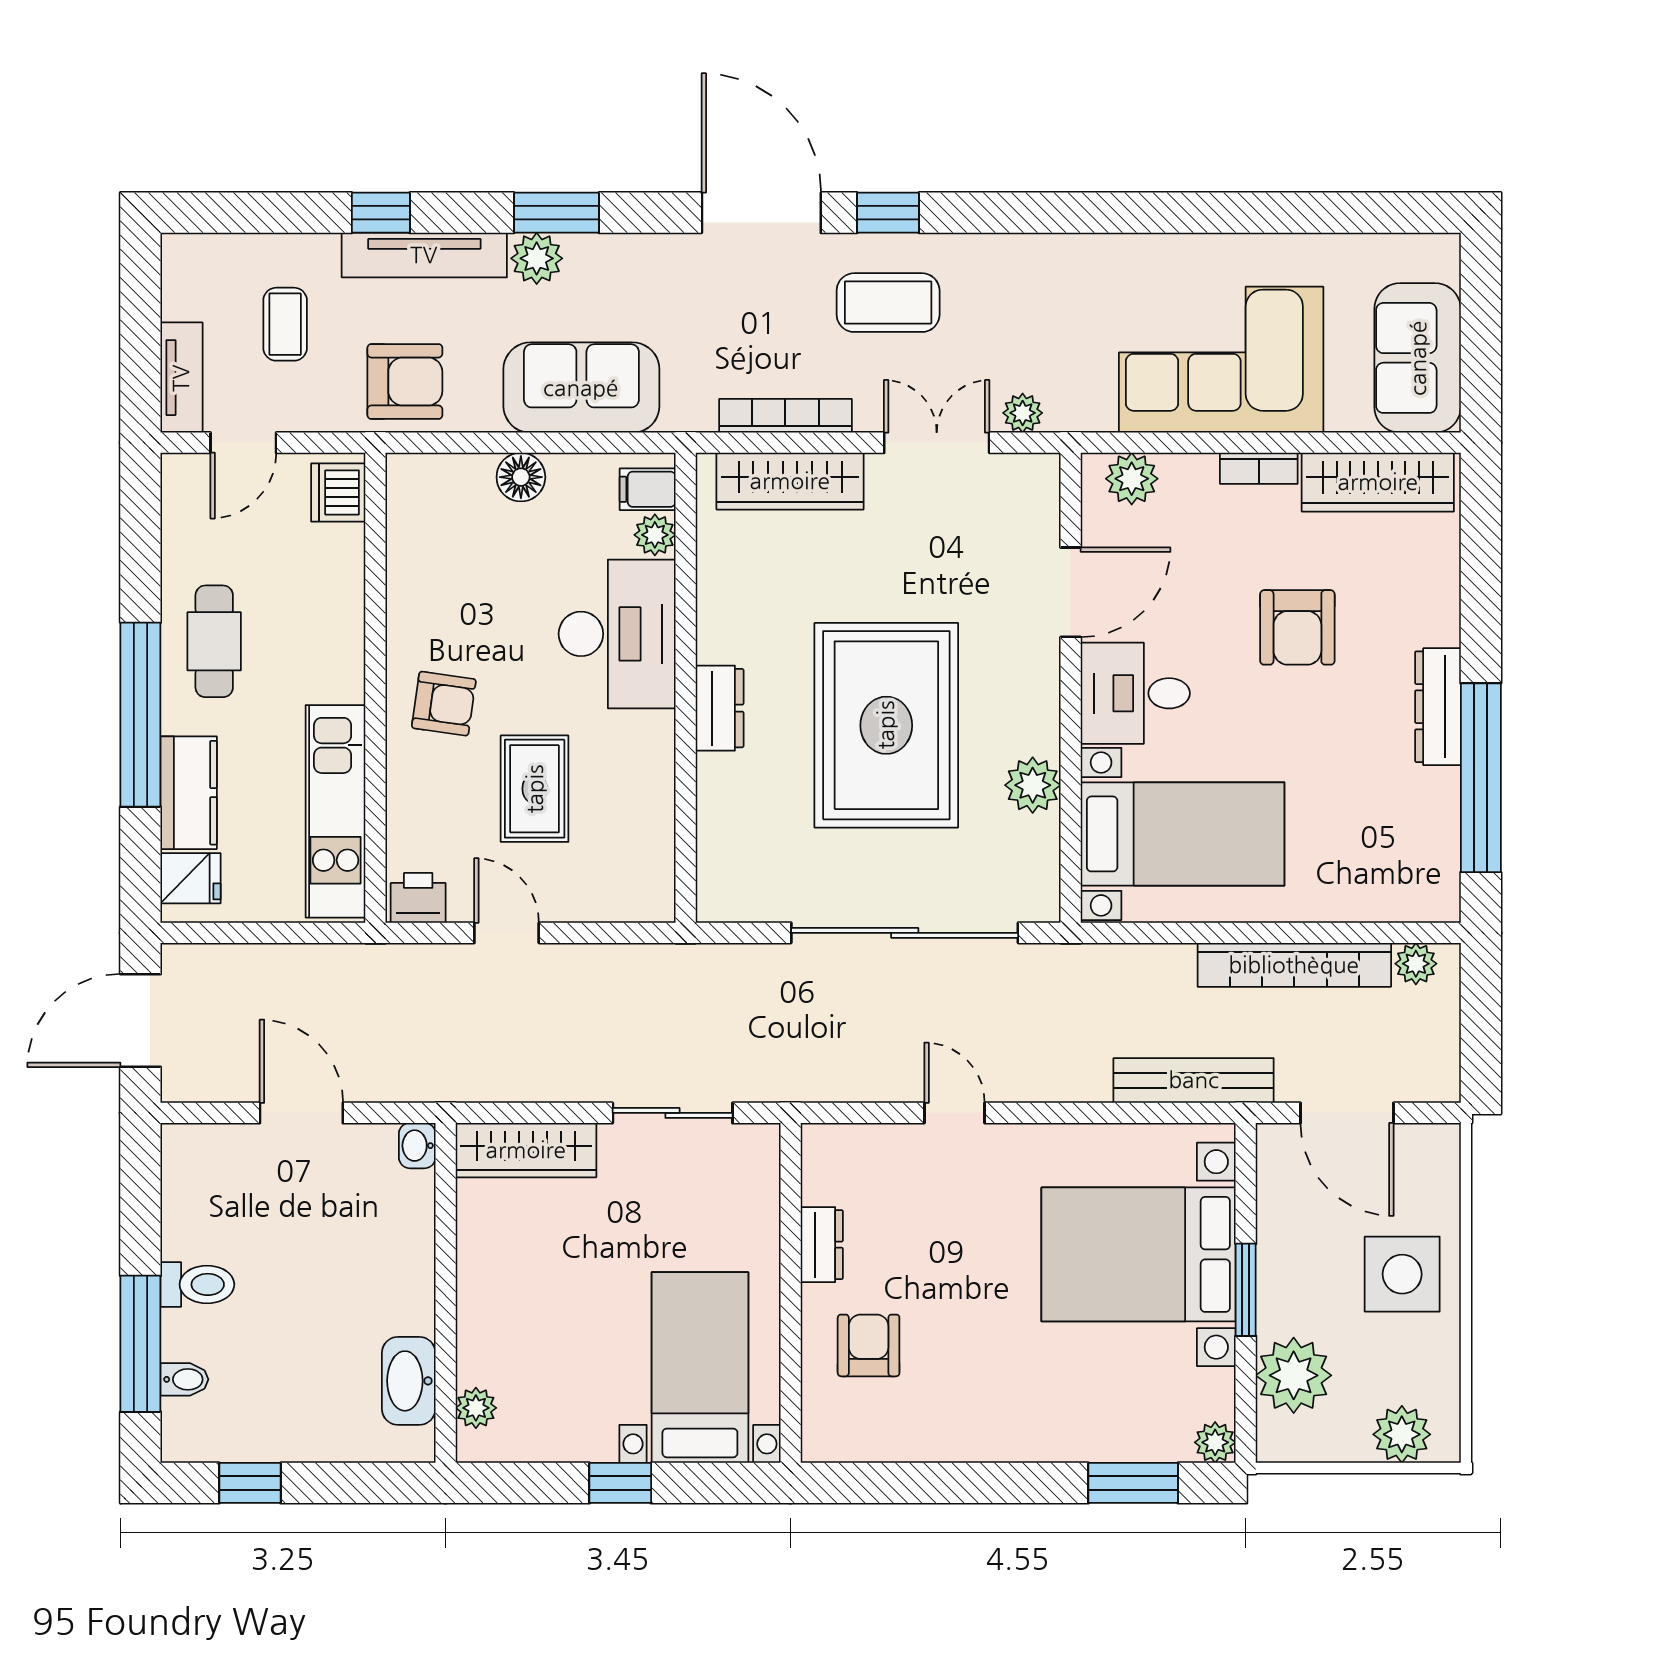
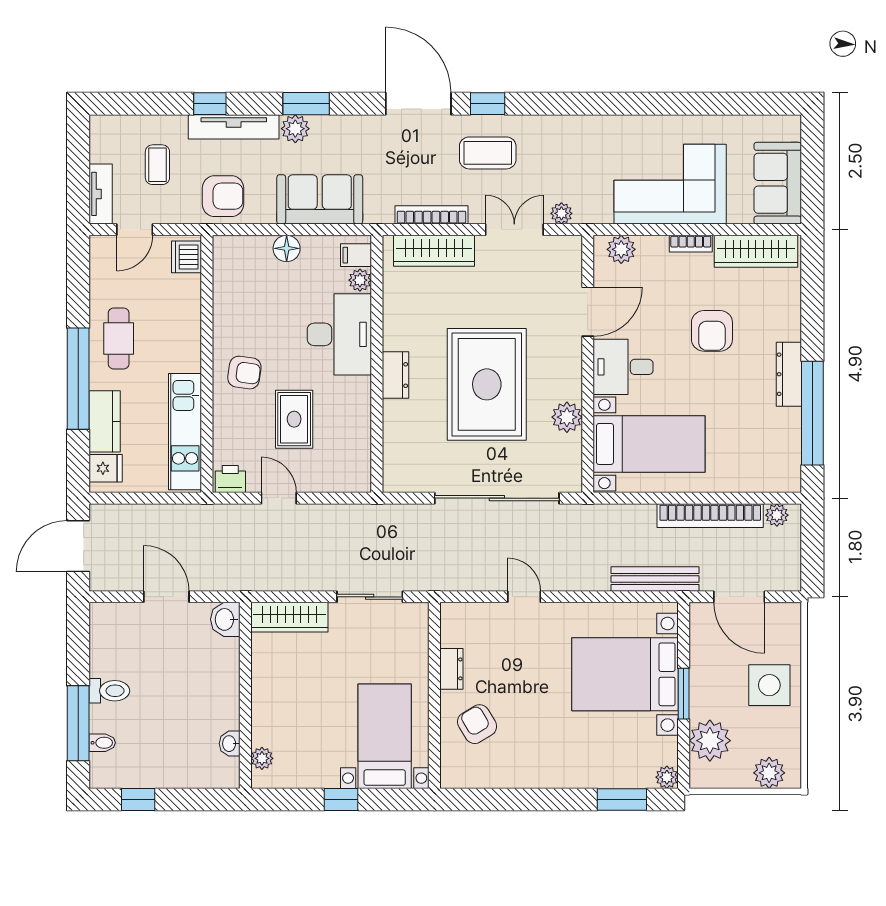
washbasin: (417, 1146) -> (225, 619), width x1.38, depth x1.45
armchair: (869, 1345) -> (477, 724), turned -31
washbasin: (409, 1381) -> (230, 744), width x0.52, depth x0.69

